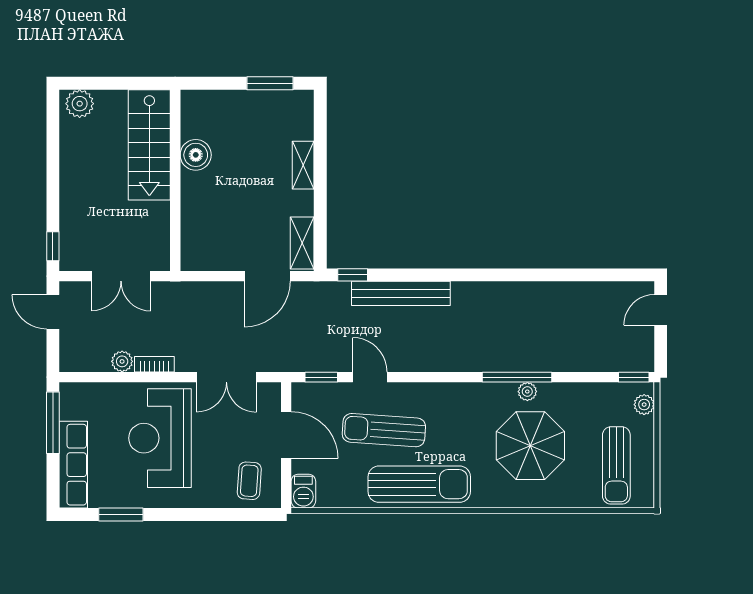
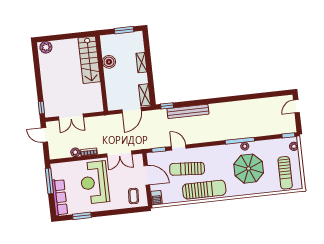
stairs: (149, 145) -> (89, 60), moved
boiler: (196, 155) -> (109, 62), moved
wall: (175, 180) -> (102, 73), moved

